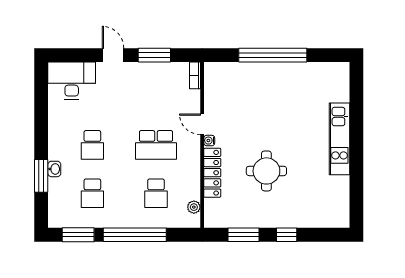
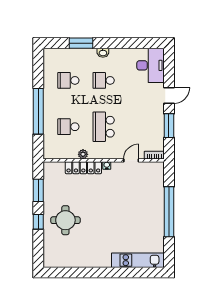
door: (202, 124) -> (131, 160), moved
kitchen unit: (339, 139) -> (138, 260), moved
washbasin: (54, 169) -> (103, 53), moved
round table: (266, 171) -> (65, 220), moved
plant: (194, 207) -> (83, 154), moved
window: (78, 235) -> (38, 70), removed

